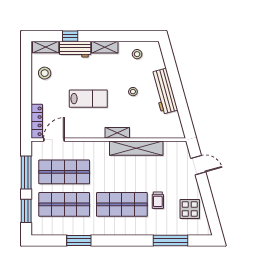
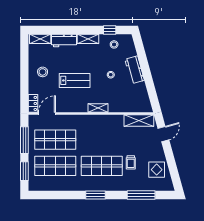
window: (70, 36) -> (110, 30), moved
stool: (45, 73) -> (43, 72), moved
workbench: (164, 91) -> (135, 70), width x0.73
locker: (37, 121) -> (33, 103), width x0.66
shelving: (136, 148) -> (139, 120), moved, width x0.68
door: (198, 165) -> (163, 134), hinge flipped
window: (79, 241) -> (96, 195), moved

